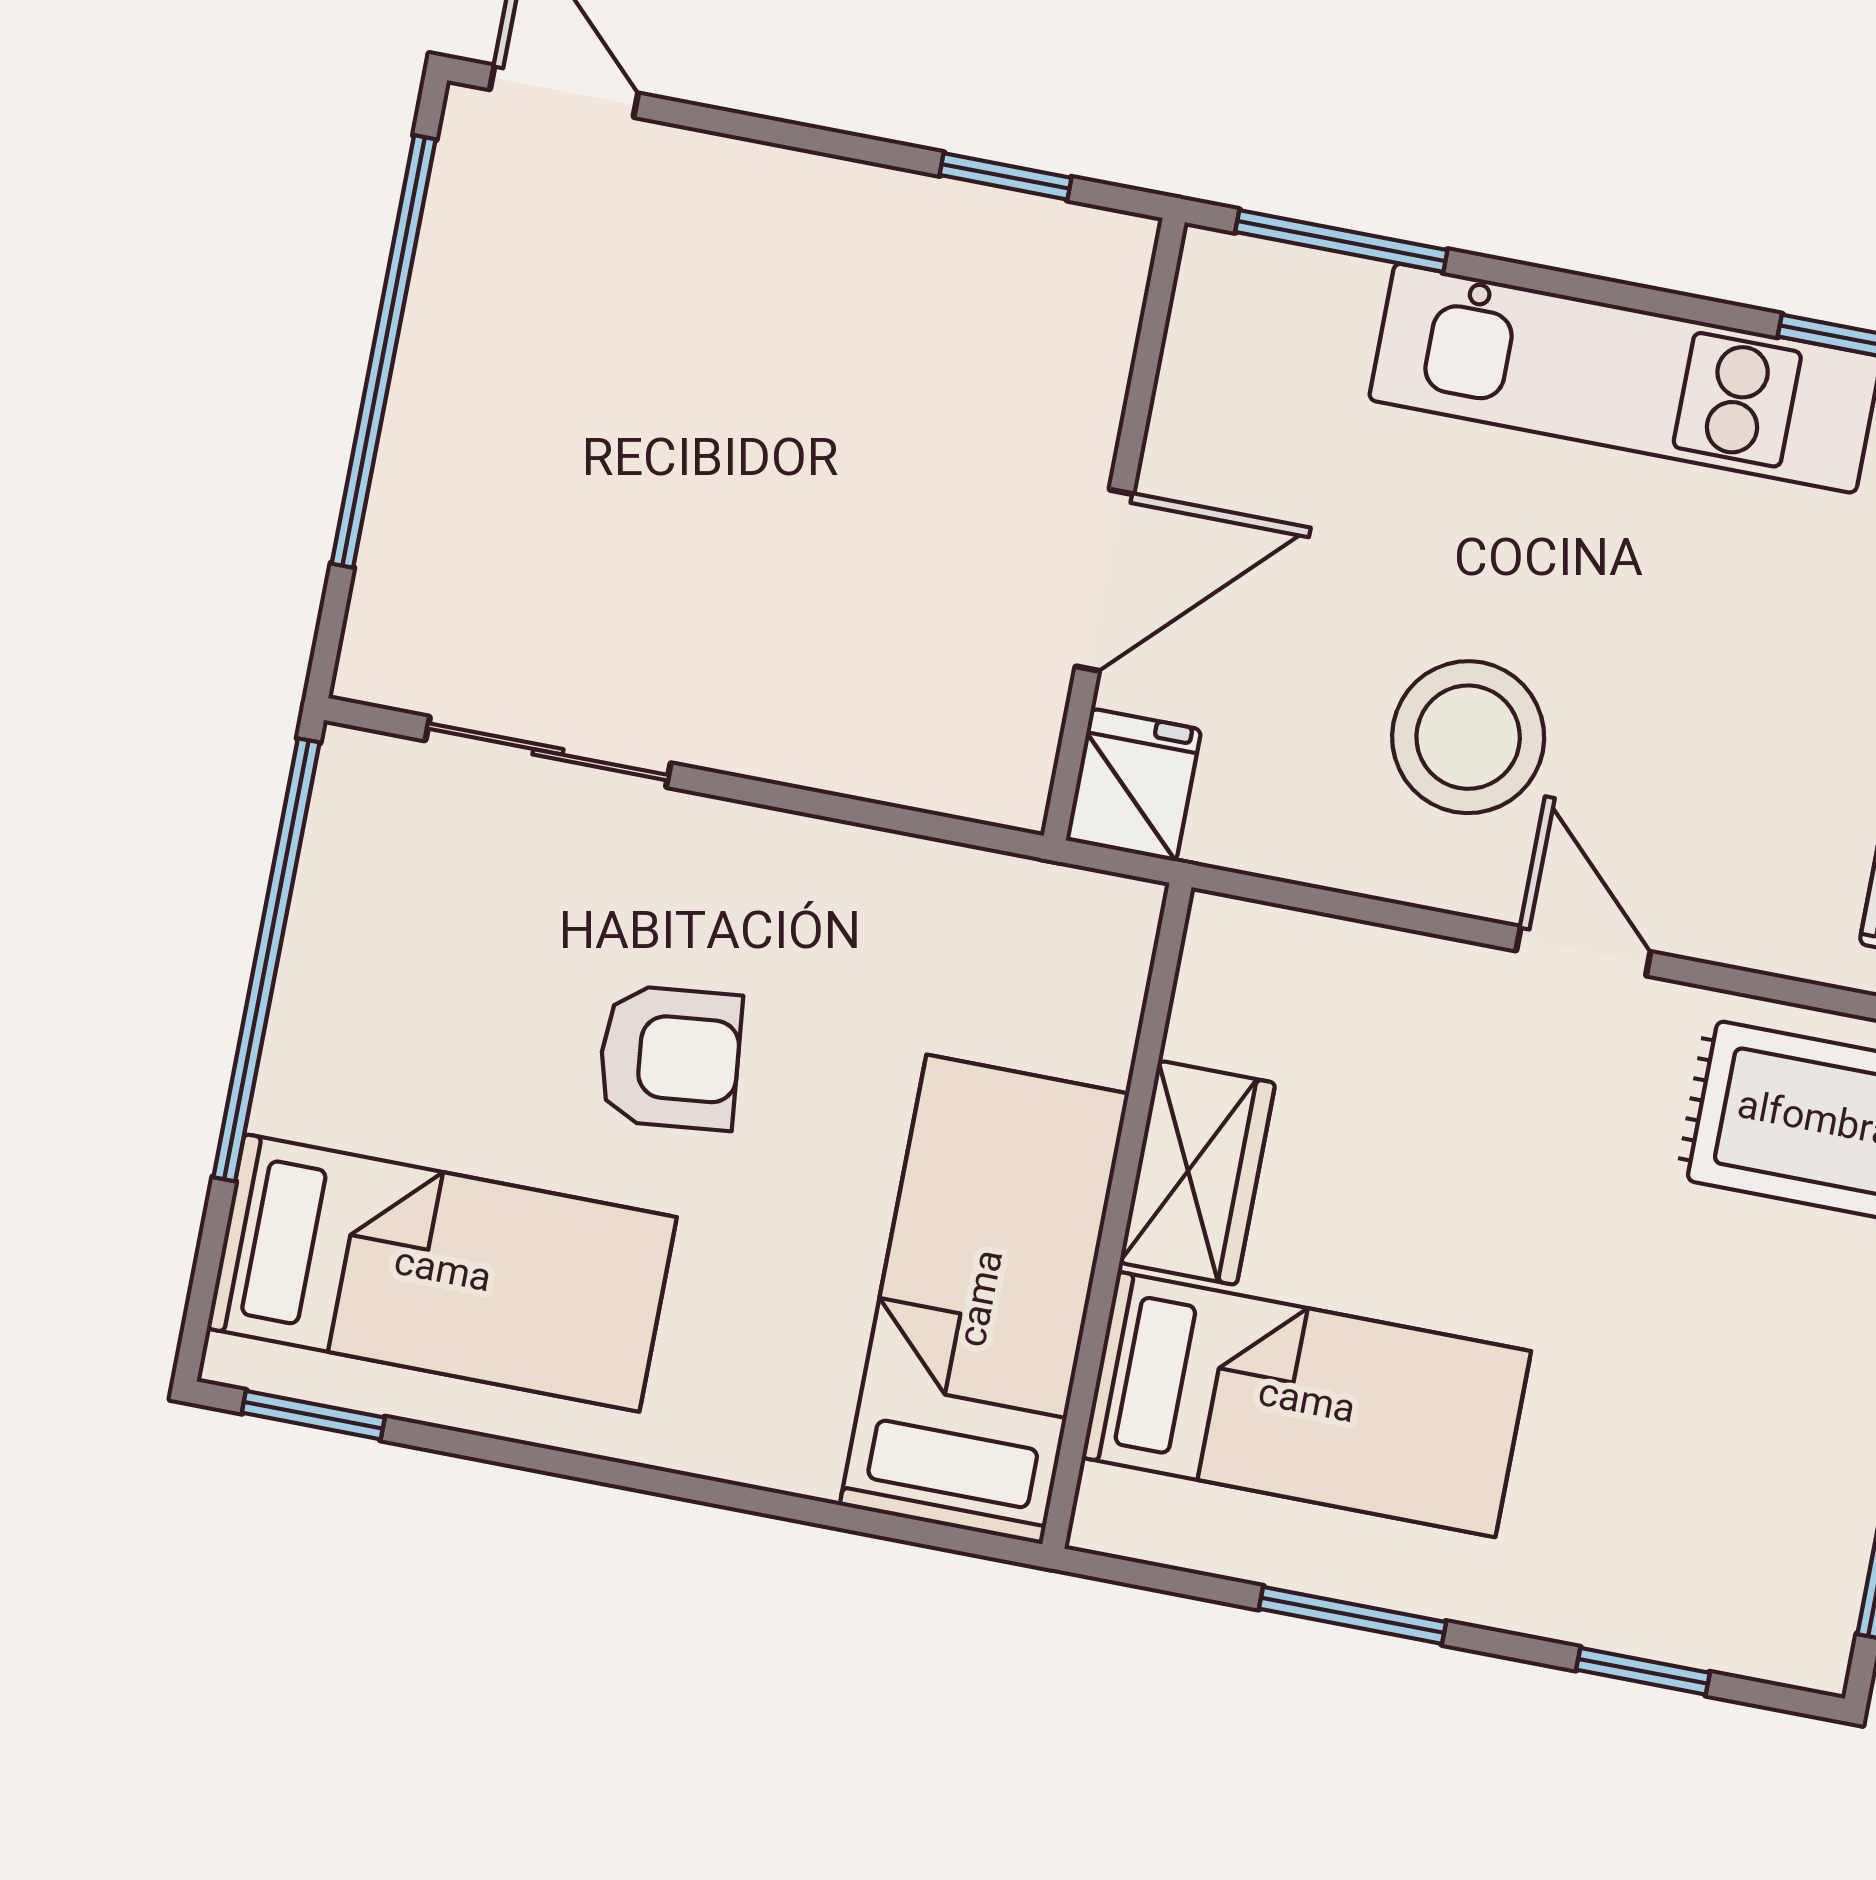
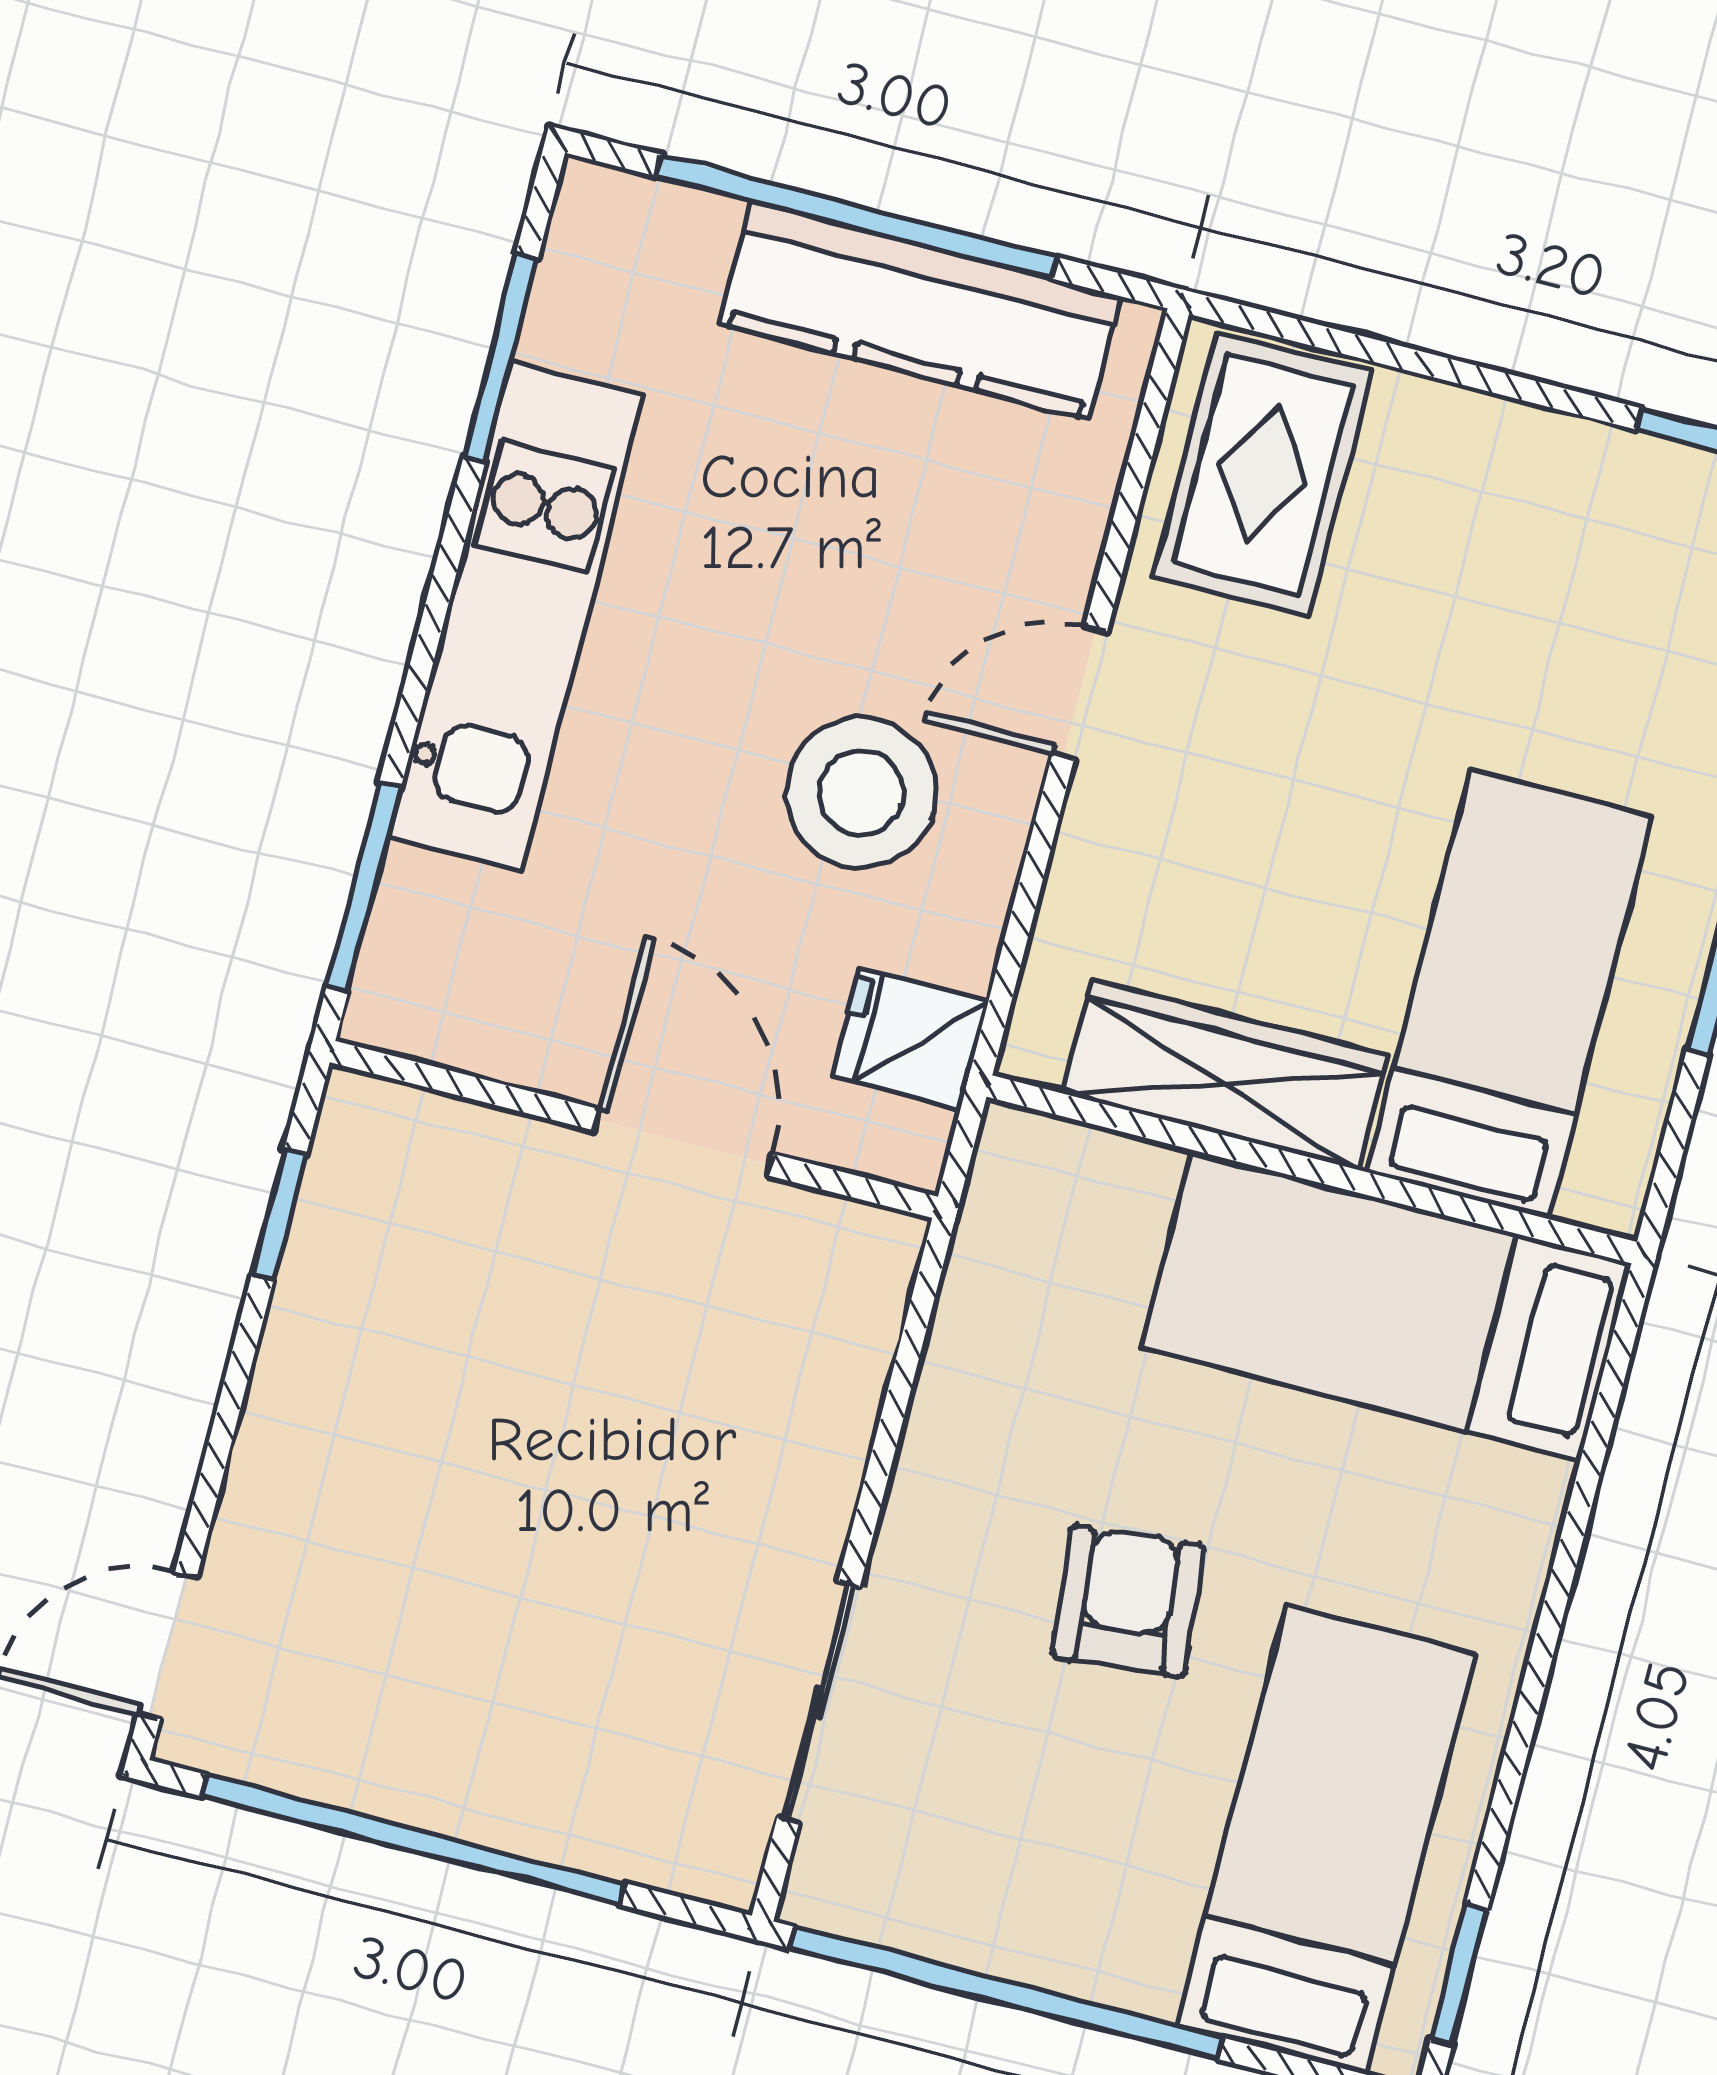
fridge: (1134, 785) -> (910, 1039), moved
wardrobe: (1197, 1173) -> (1225, 1075), width x1.50

